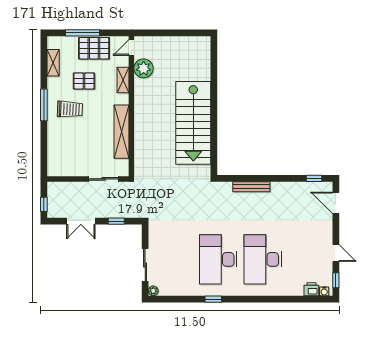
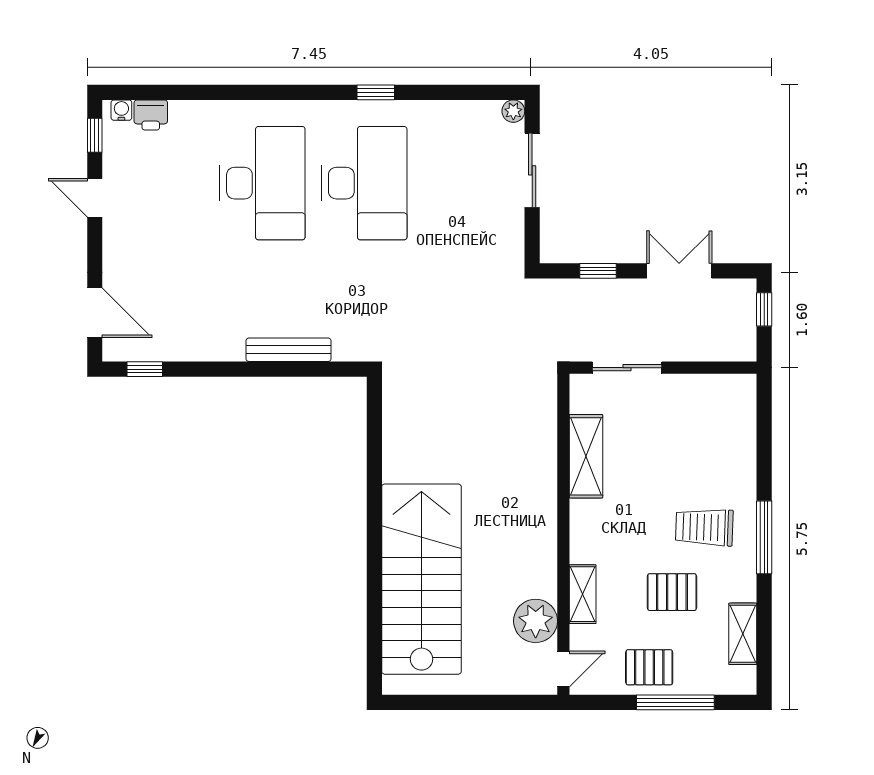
pallet: (94, 48) -> (649, 667), width x0.67, depth x0.71
stairs: (193, 123) -> (421, 579), moved
shelving: (122, 132) -> (586, 456), width x0.68

